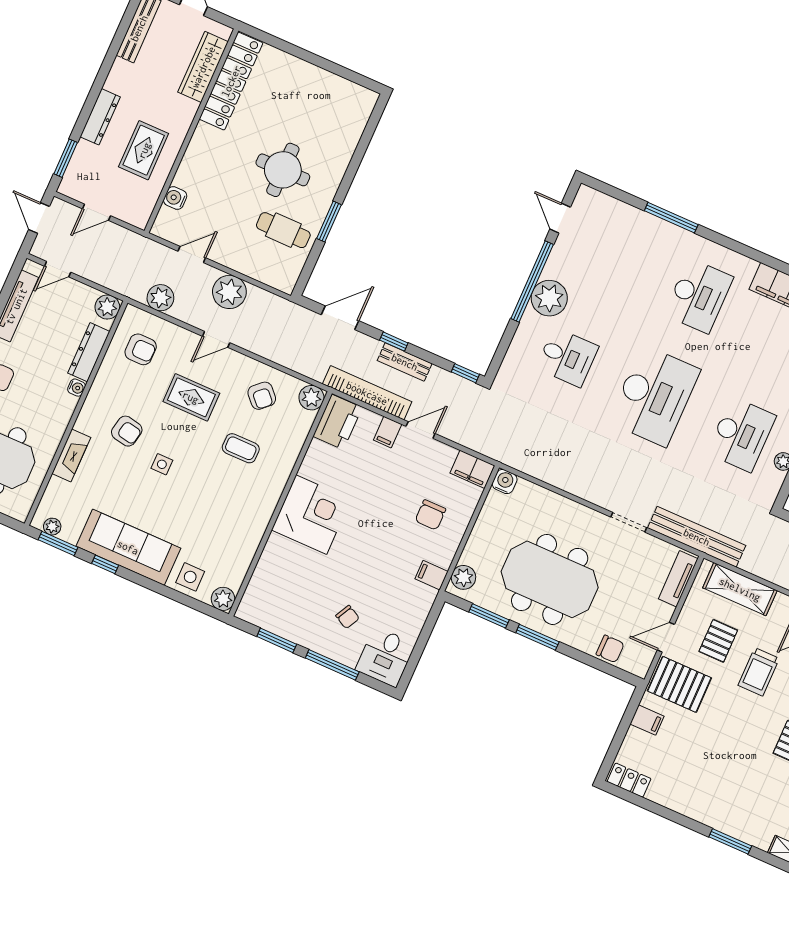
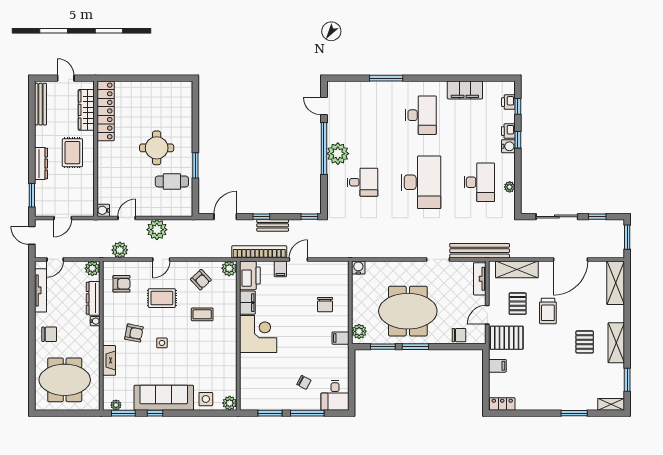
rug: (144, 150) -> (72, 153), moved
water cooler: (175, 198) -> (103, 210), moved
filing cabinet: (472, 469) -> (247, 303), moved, turned -90

